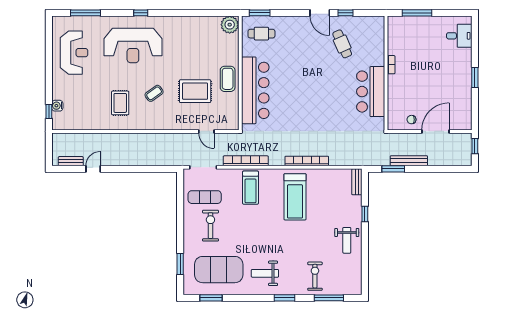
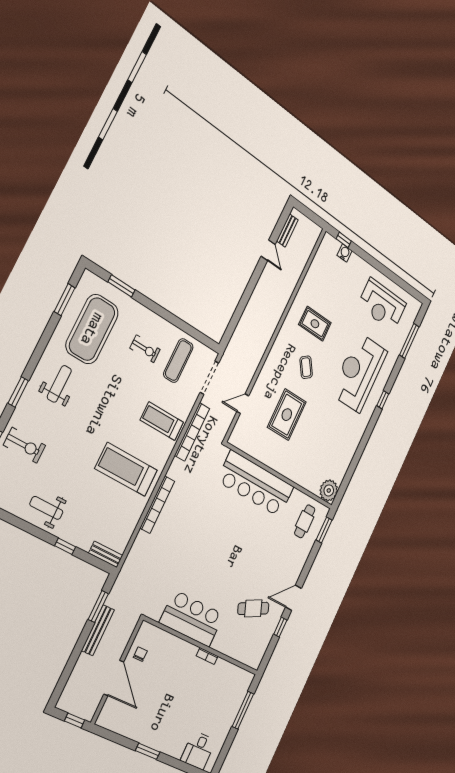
coffee table: (228, 79) -> (281, 459), removed
exercise bike: (210, 226) -> (145, 349), width x0.73, depth x0.72

